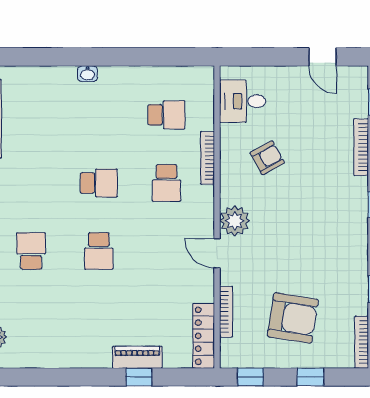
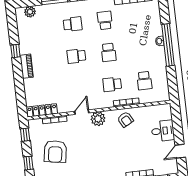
window: (97, 57) -> (168, 45), added
desk: (243, 101) -> (163, 131), moved, turned 90
armchair: (267, 158) -> (125, 119), moved
school desk: (31, 183) -> (105, 20), added
piano: (137, 357) -> (27, 66), moved
window: (139, 377) -> (15, 51), moved

